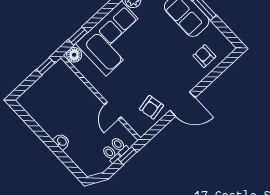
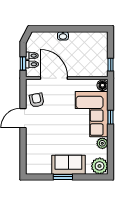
window: (78, 36) -> (111, 117), moved
armchair: (204, 56) -> (38, 153), removed
door: (113, 111) -> (54, 78), width x1.87

